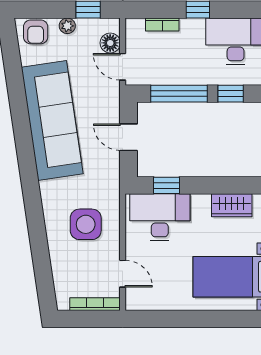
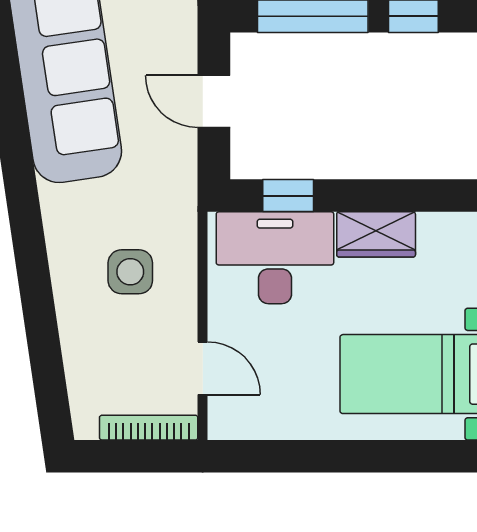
wardrobe: (232, 205) -> (376, 234), moved
side table: (86, 224) -> (130, 272), width x0.73, depth x0.73

